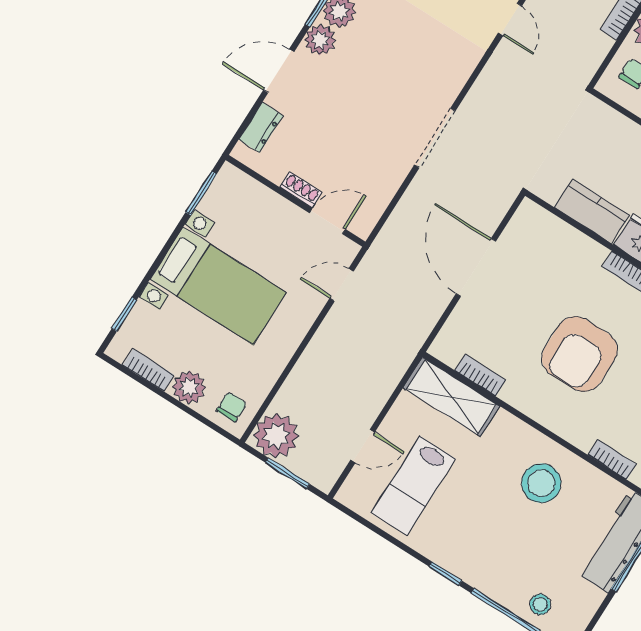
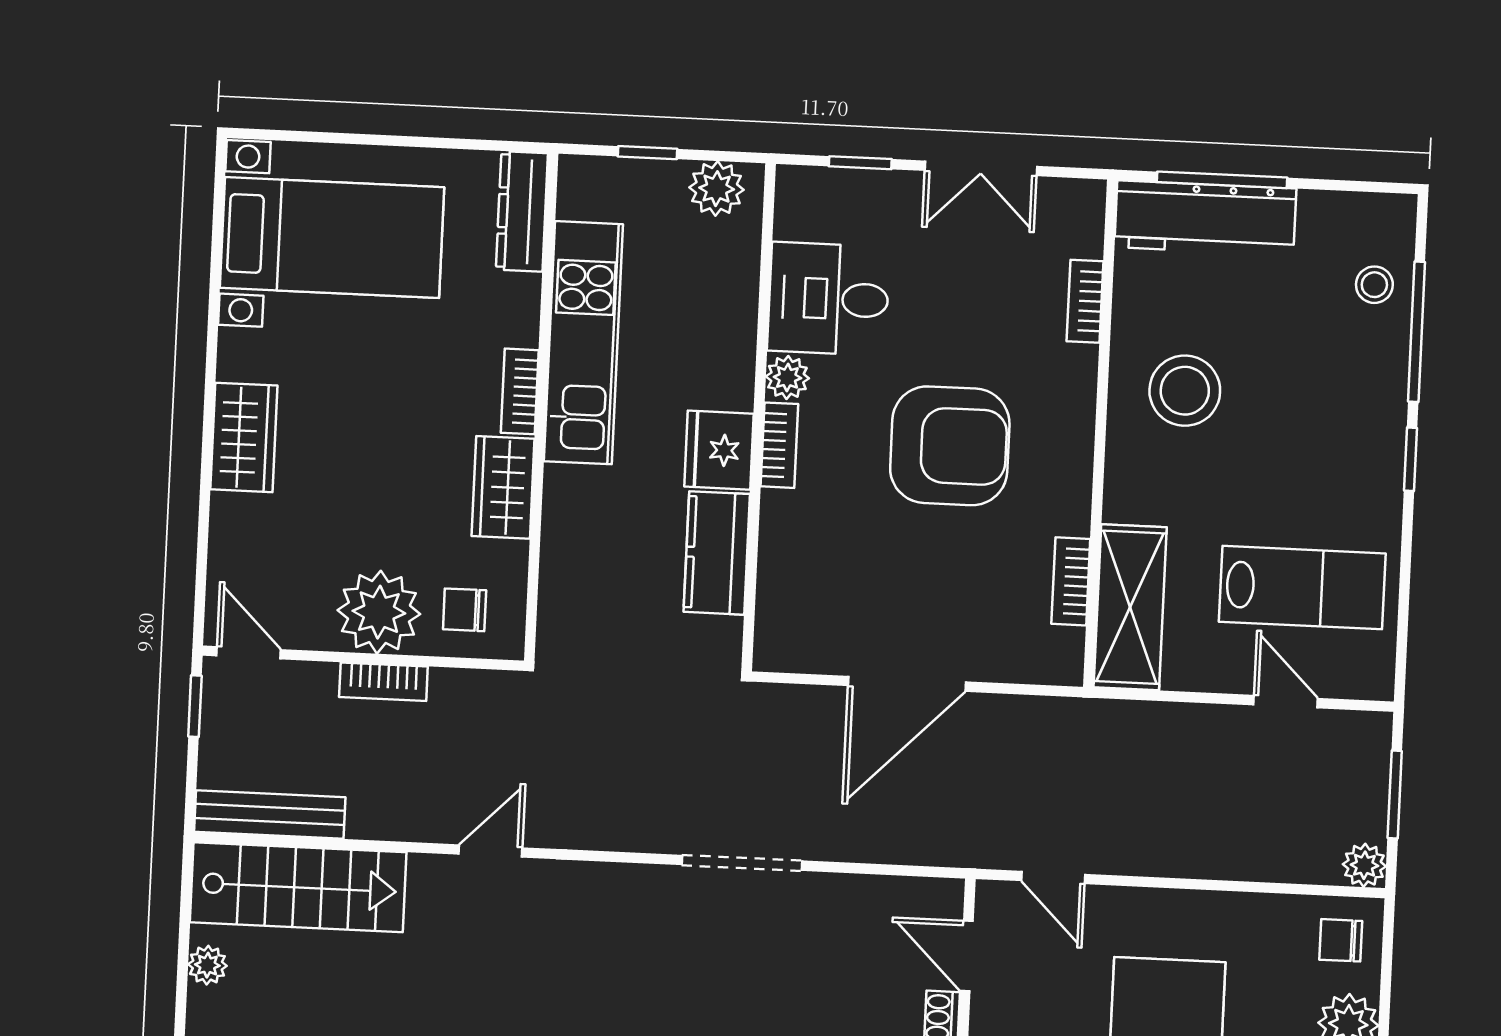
plant: (276, 436) -> (1364, 865), width x0.53, depth x0.53

